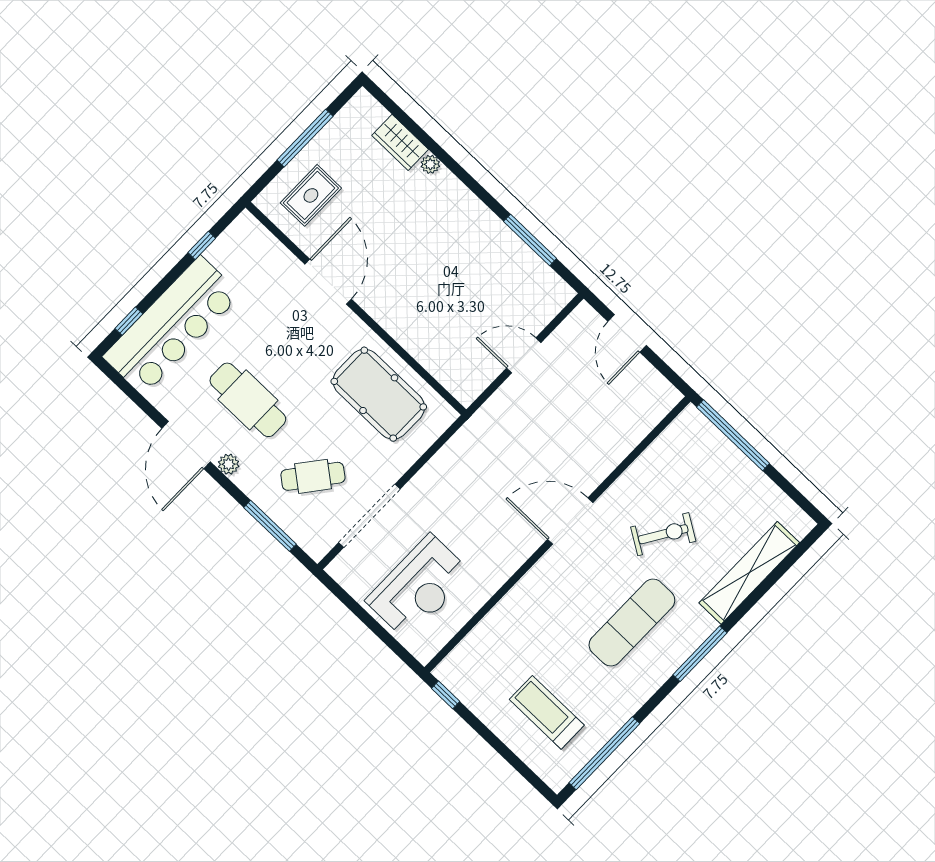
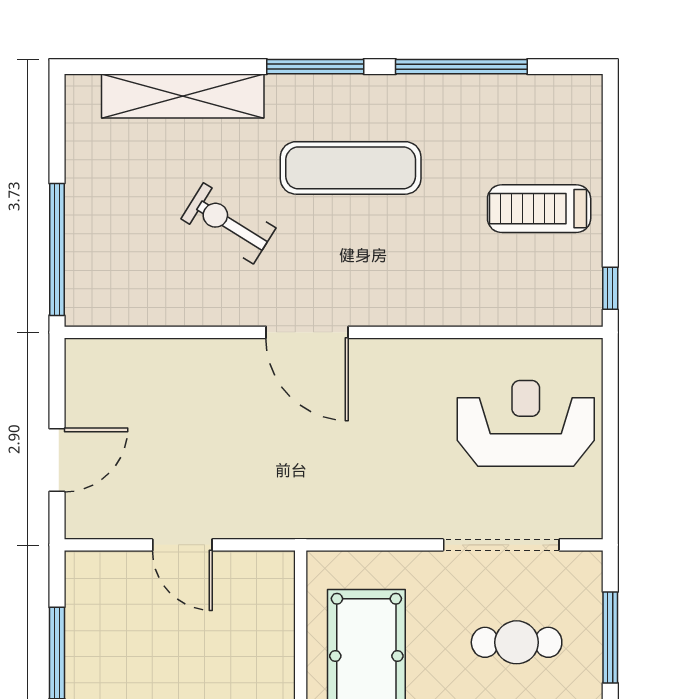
cafe table: (313, 476) -> (517, 642), turned -38
treadmill: (547, 712) -> (539, 209), moved, turned 90
window: (604, 753) -> (461, 67), moved

